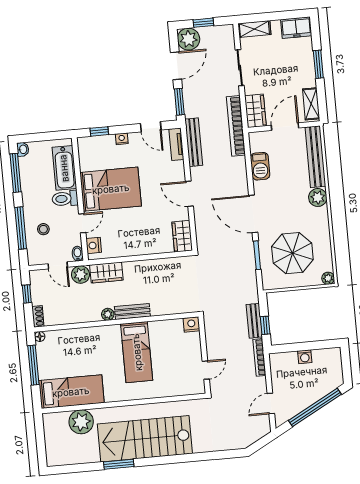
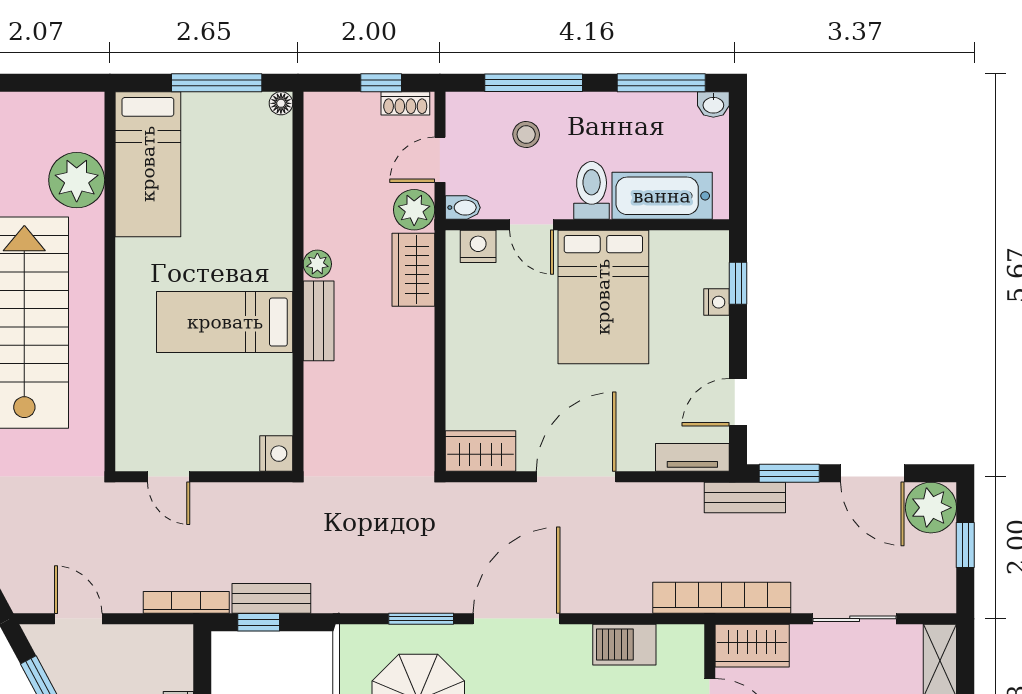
nightstand: (122, 139) -> (717, 302), moved
bench: (194, 142) -> (745, 498), moved, width x0.73
door: (189, 194) -> (576, 477), width x1.36
shoe rack: (38, 316) -> (405, 103), moved

